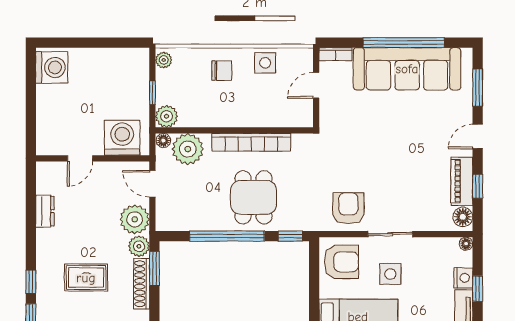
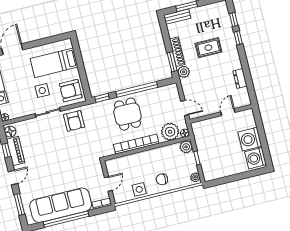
washing machine: (122, 138) -> (250, 139), moved, turned 90
plant: (135, 219) -> (190, 86), removed

